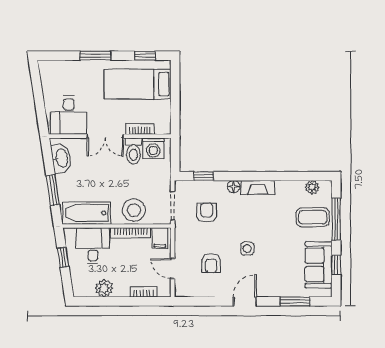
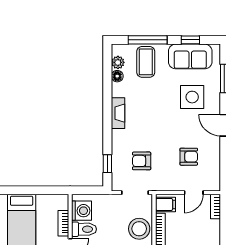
floor lamp: (234, 187) -> (117, 76), moved
side table: (247, 249) -> (192, 97), moved, width x1.87, depth x1.87
bookcase: (144, 292) -> (216, 207), moved

